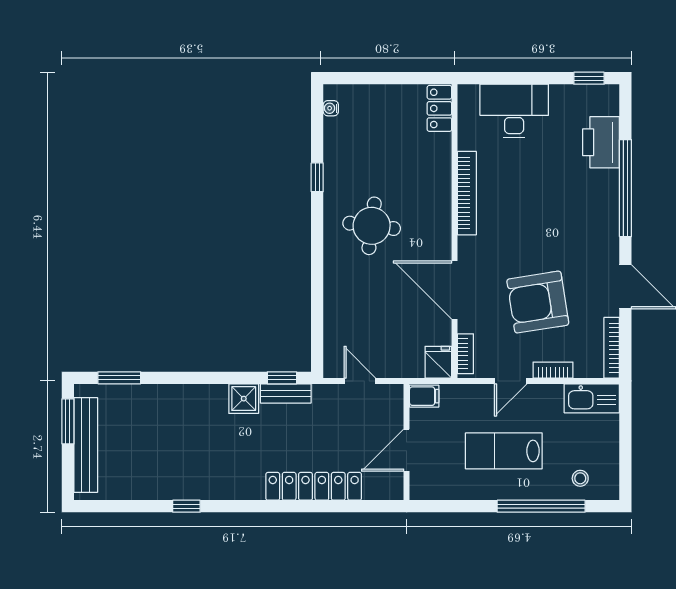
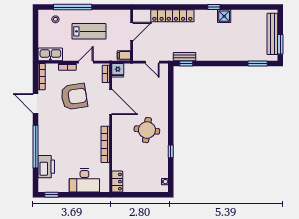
shower: (244, 399) -> (224, 16), moved
window: (186, 506) -> (214, 7), moved

